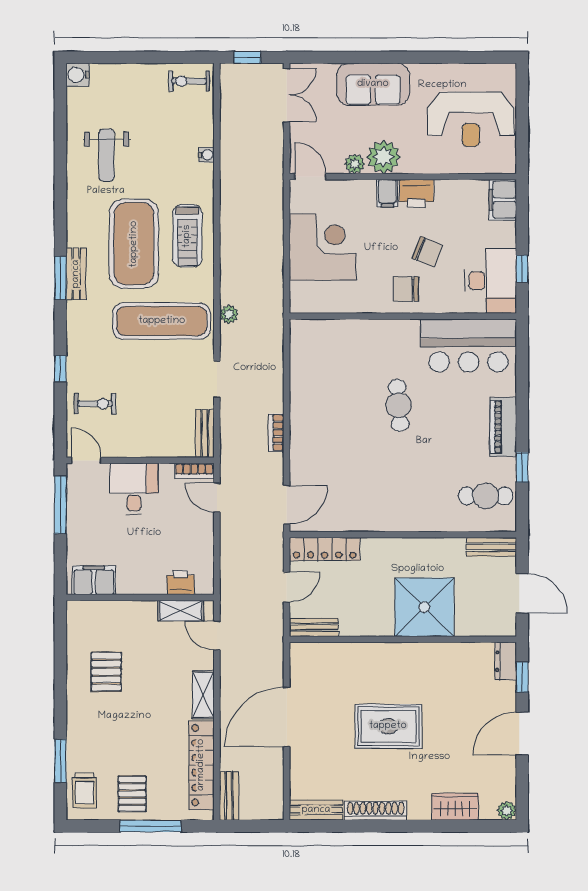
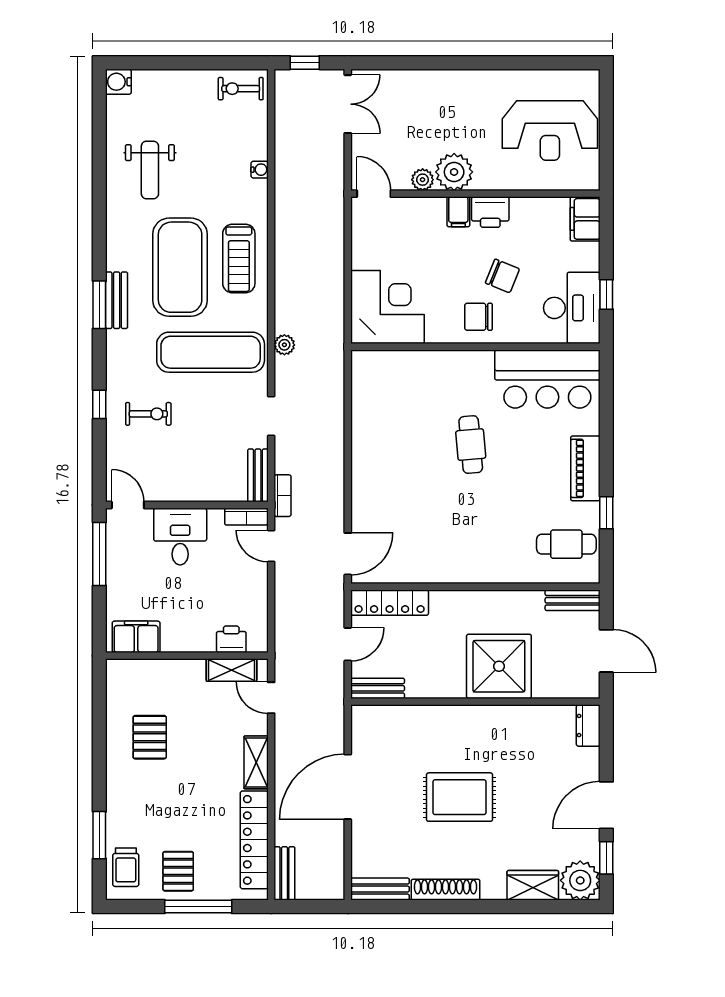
sofa: (373, 84) -> (443, 92), removed
corner desk: (323, 247) -> (387, 307), moved
exercise bike: (95, 404) -> (148, 414), moved
bookcase: (276, 433) -> (283, 496), moved, turned 180
window: (522, 677) -> (606, 858), moved
plant: (507, 811) -> (580, 880), width x1.87, depth x1.87

